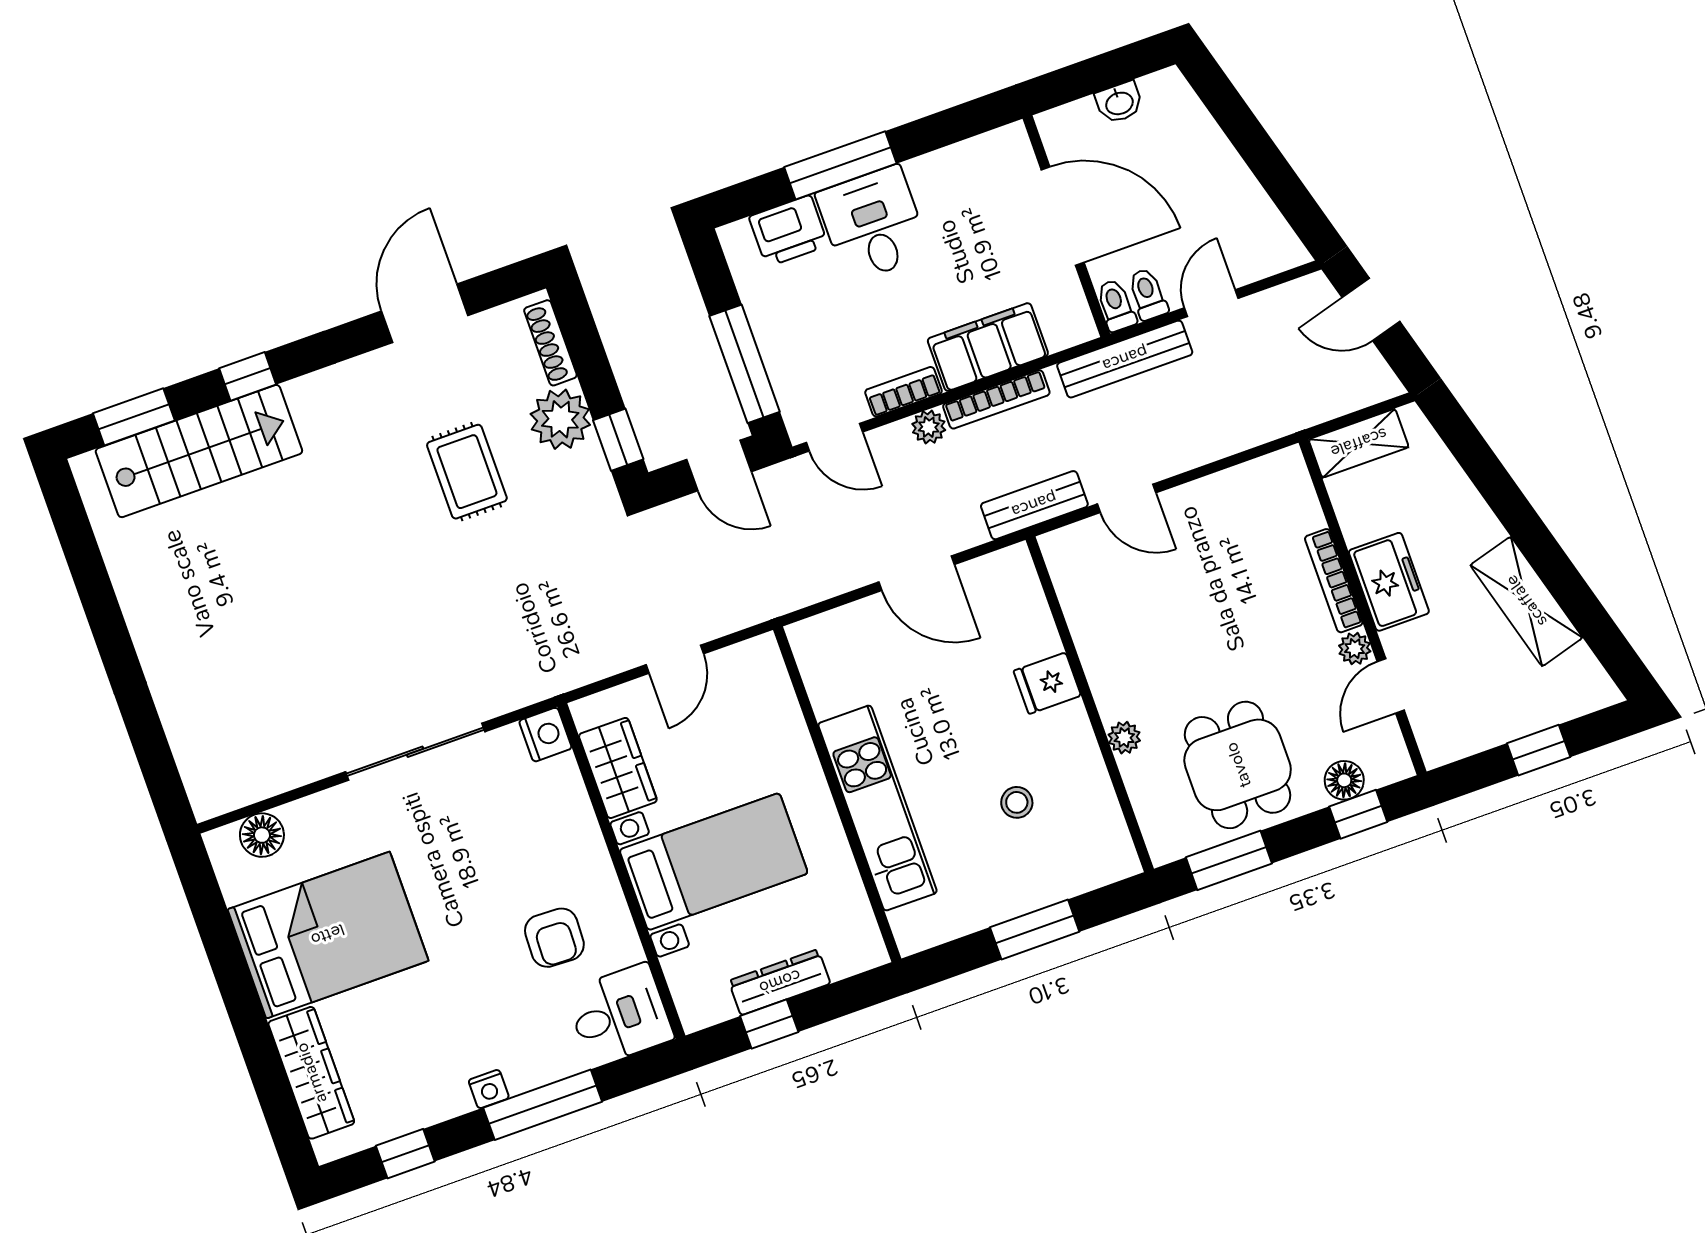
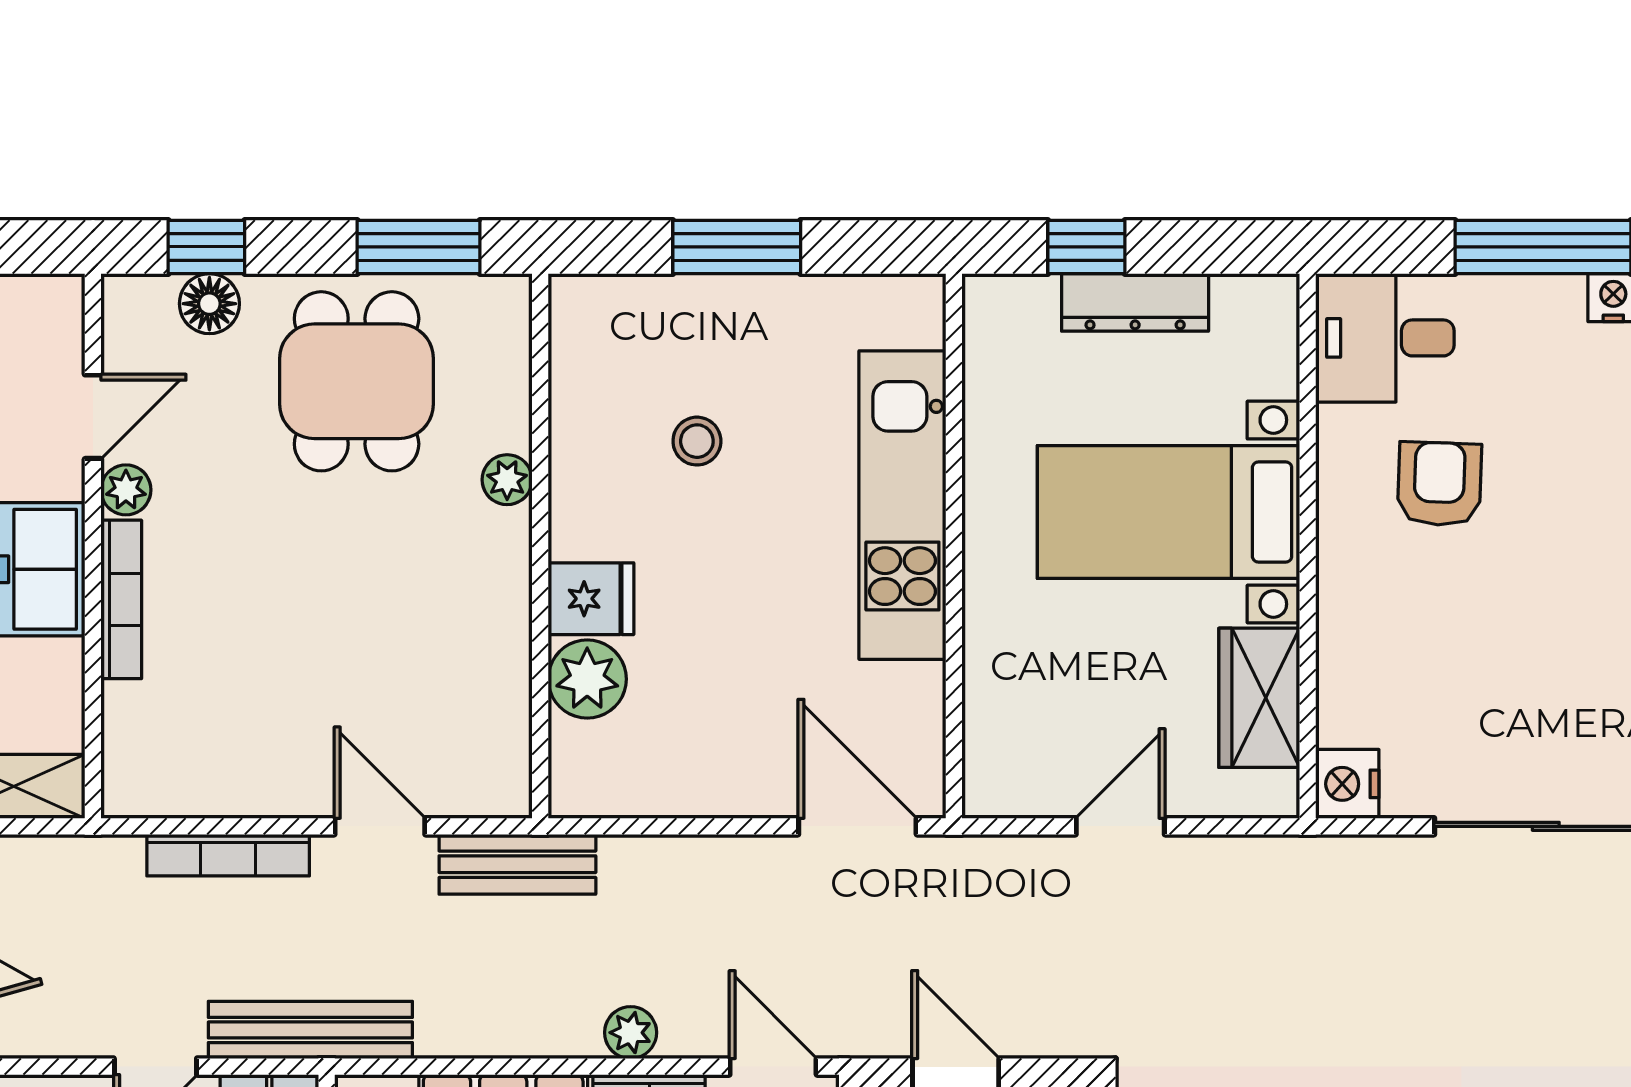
bookcase: (996, 399) -> (228, 855), moved, turned 180
door: (916, 573) -> (857, 826), moved
plant: (1032, 633) -> (587, 679), added
window: (769, 1024) -> (1086, 247), moved

